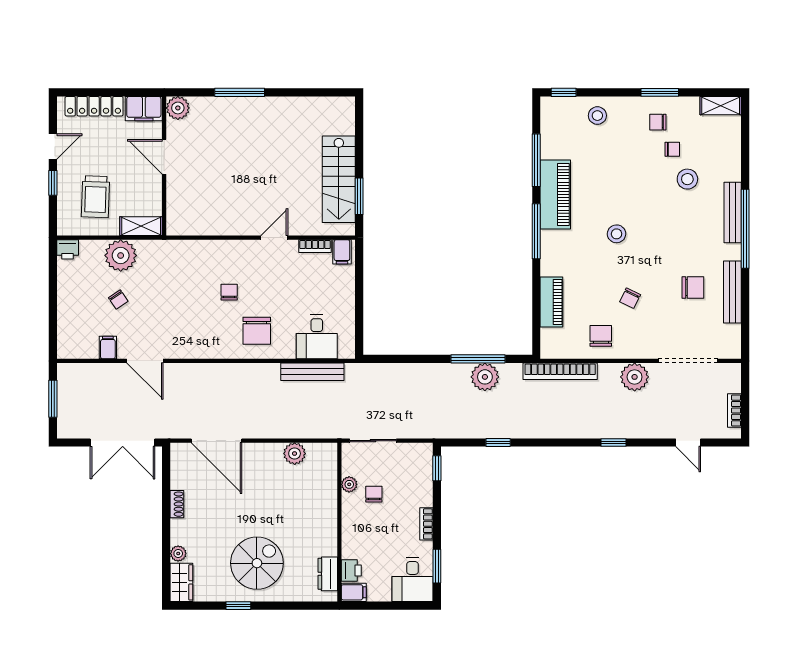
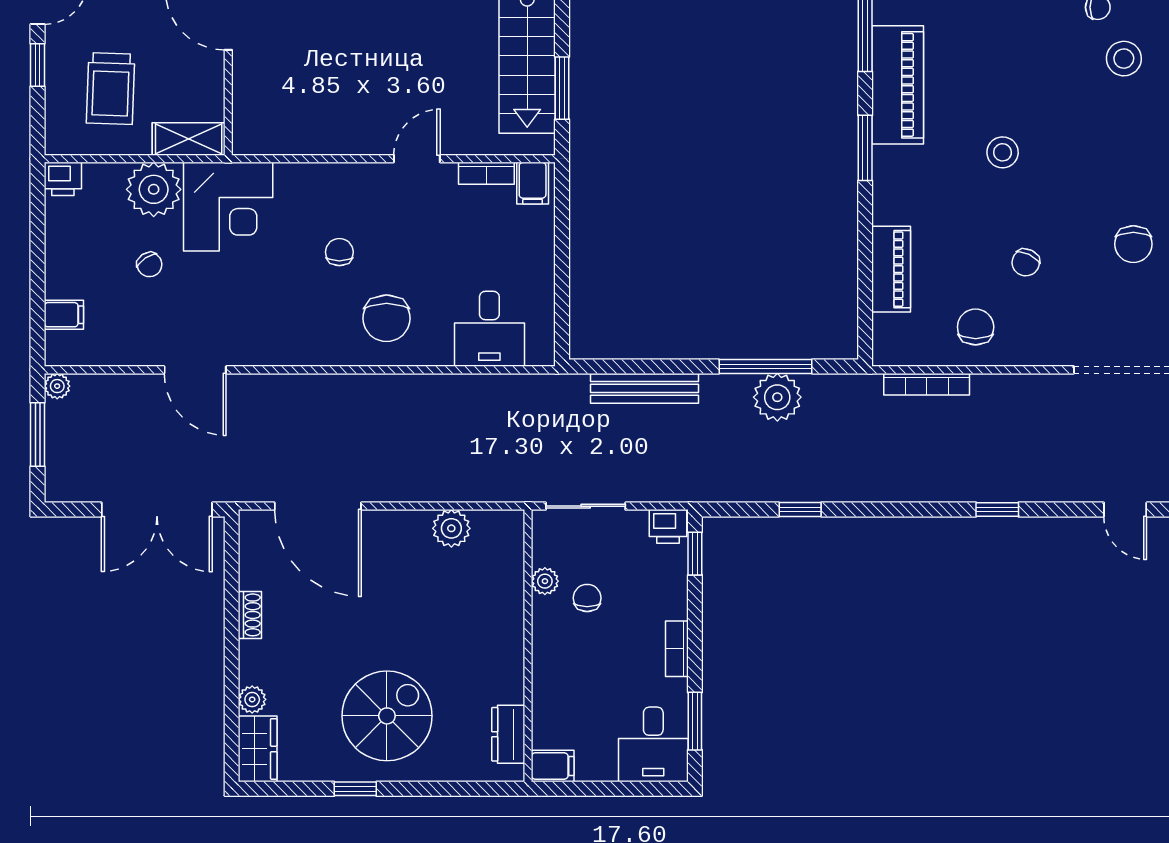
window: (536, 231) -> (865, 148), width x0.69
corner desk: (164, 266) -> (228, 207), added
chair: (693, 287) -> (1133, 244), turned 90
filing cabinet: (108, 348) -> (64, 315), moved, turned 90
bookcase: (560, 371) -> (927, 384), width x0.68, depth x0.76
bench: (312, 372) -> (644, 388), moved
plant: (635, 377) -> (57, 386), moved, width x0.53, depth x0.53
printer: (351, 571) -> (668, 526), moved, turned 90

